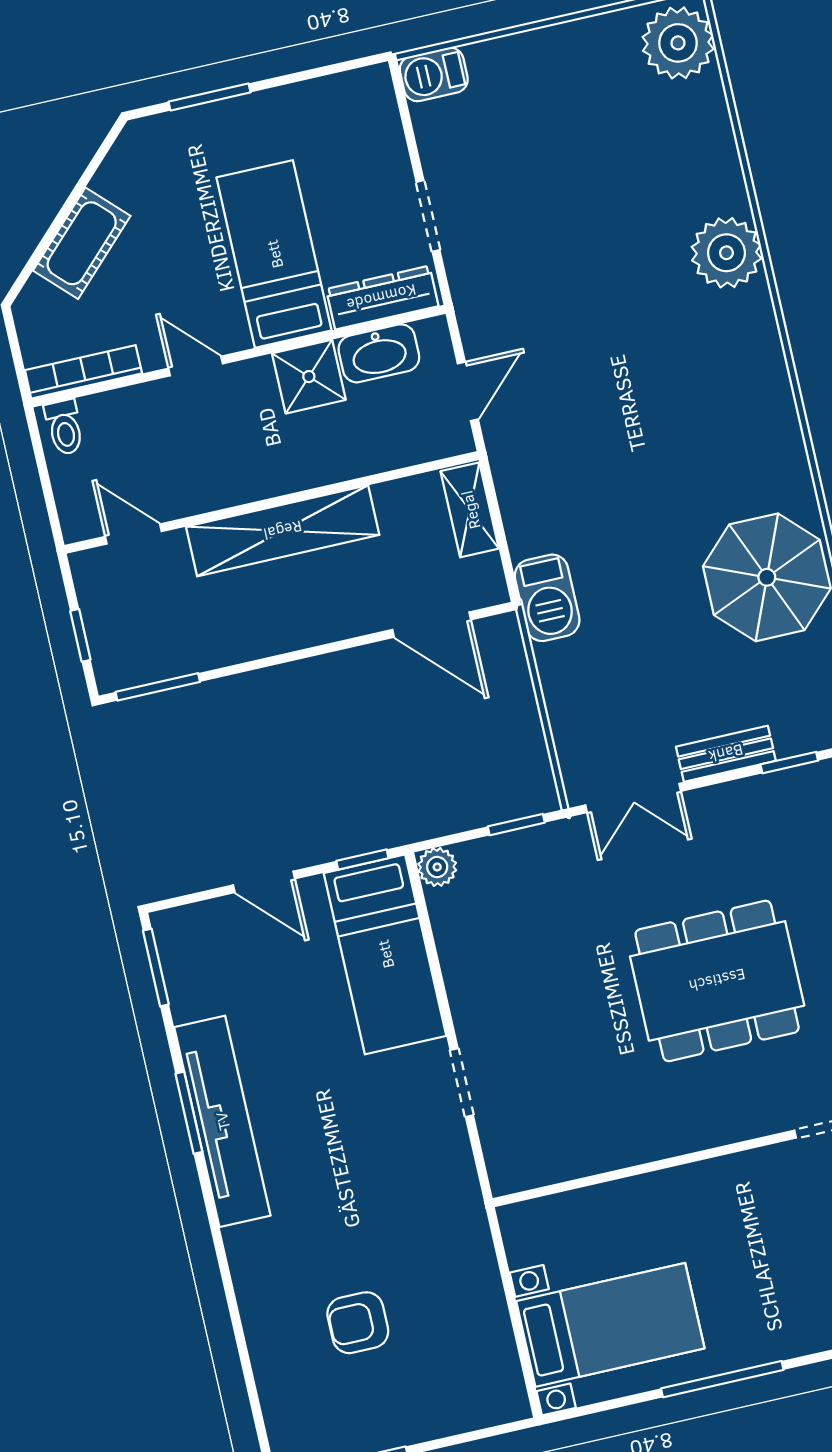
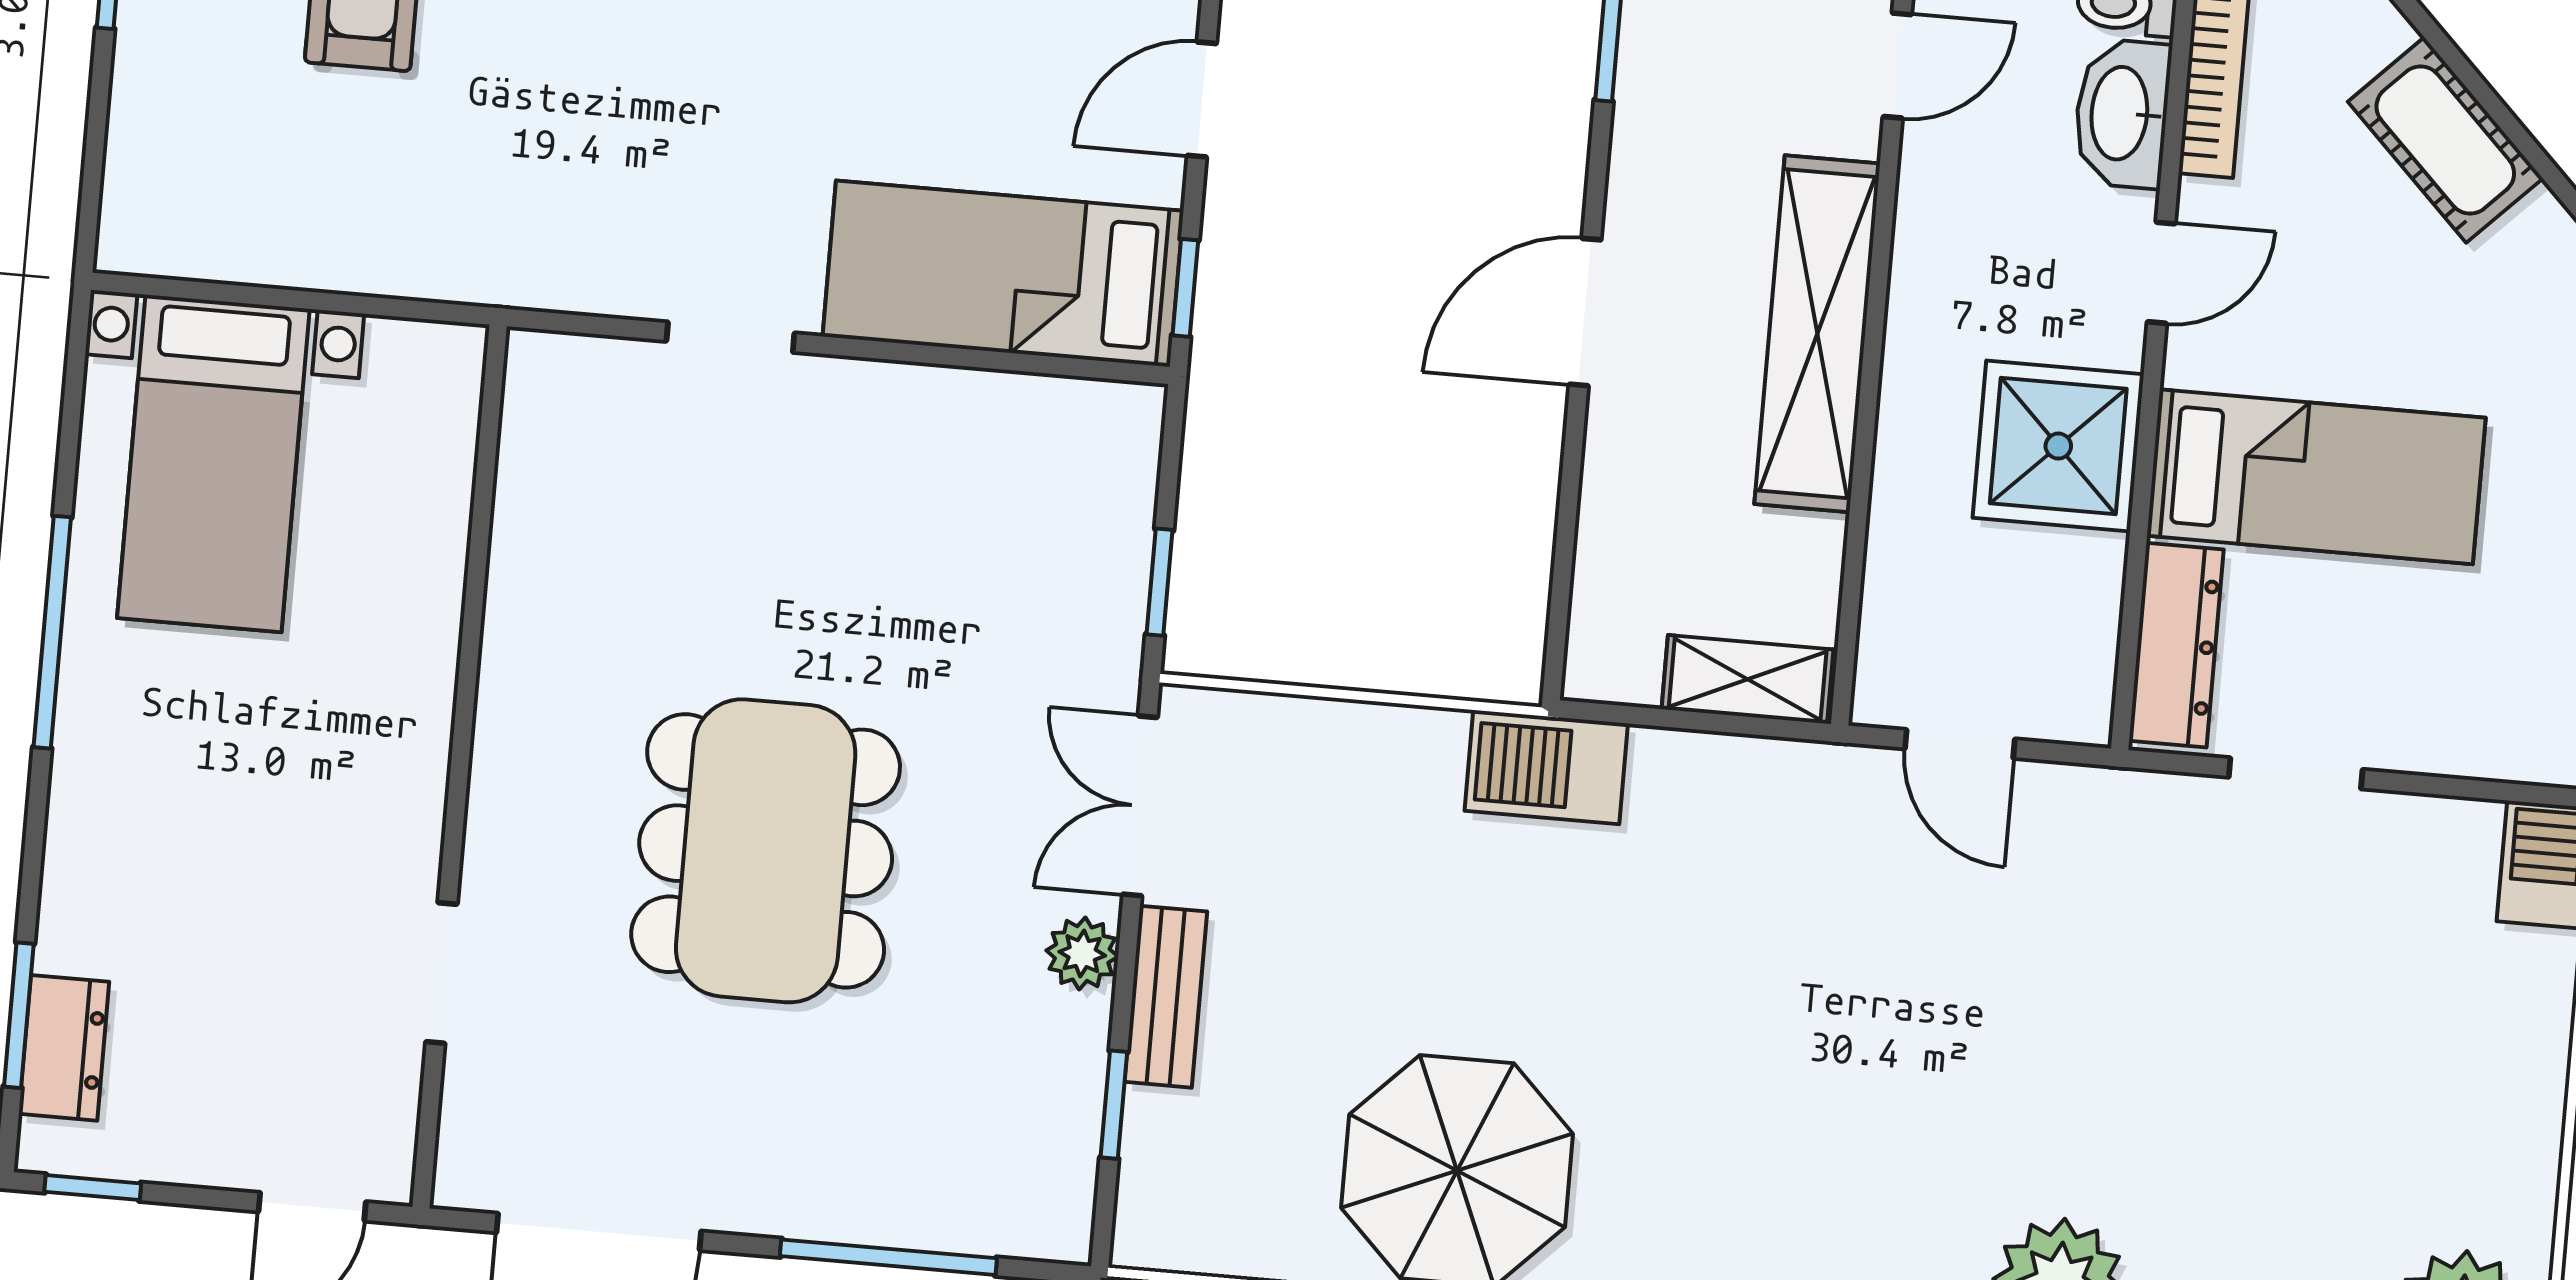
washbasin: (379, 353) -> (2122, 113), moved
shower: (309, 377) -> (2058, 446), width x1.36, depth x1.36
door: (432, 625) -> (1585, 312), moved
plant: (437, 867) -> (1082, 954), moved

